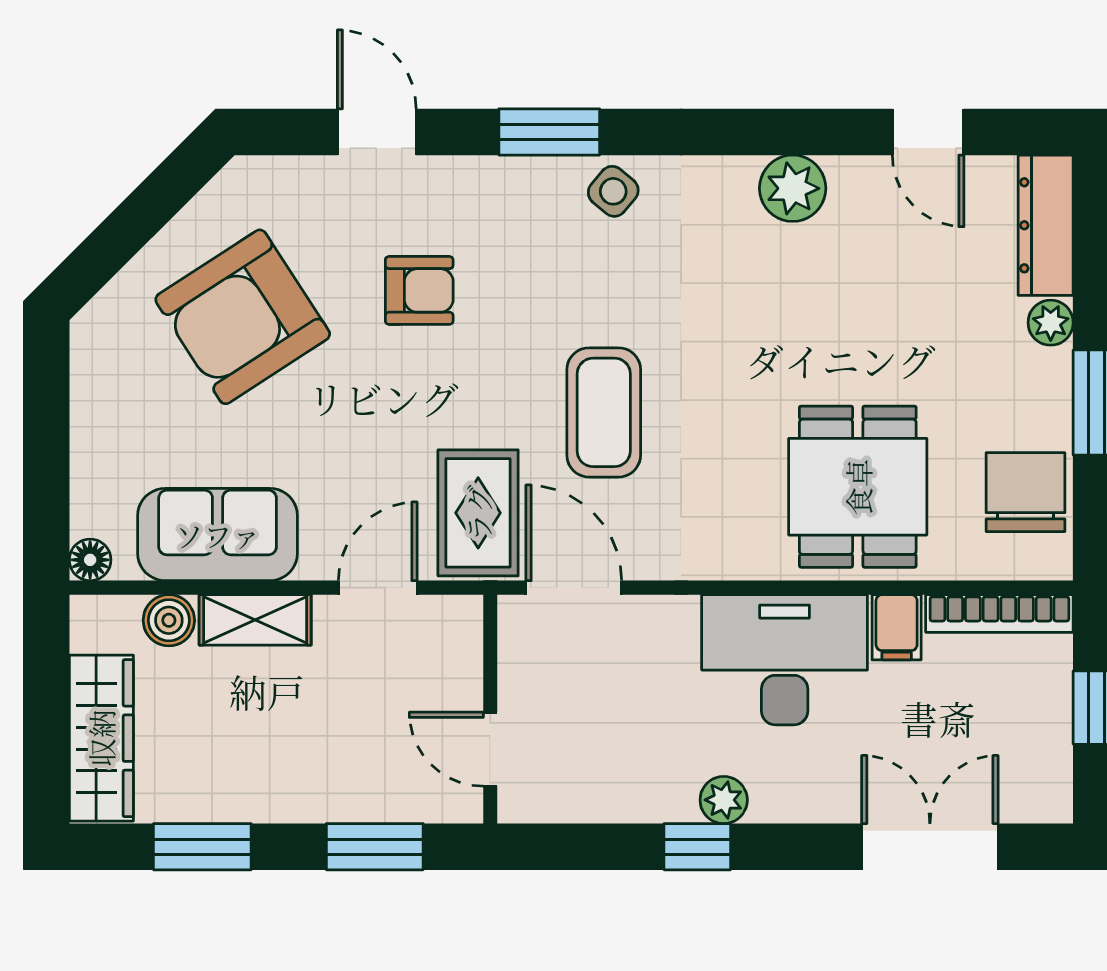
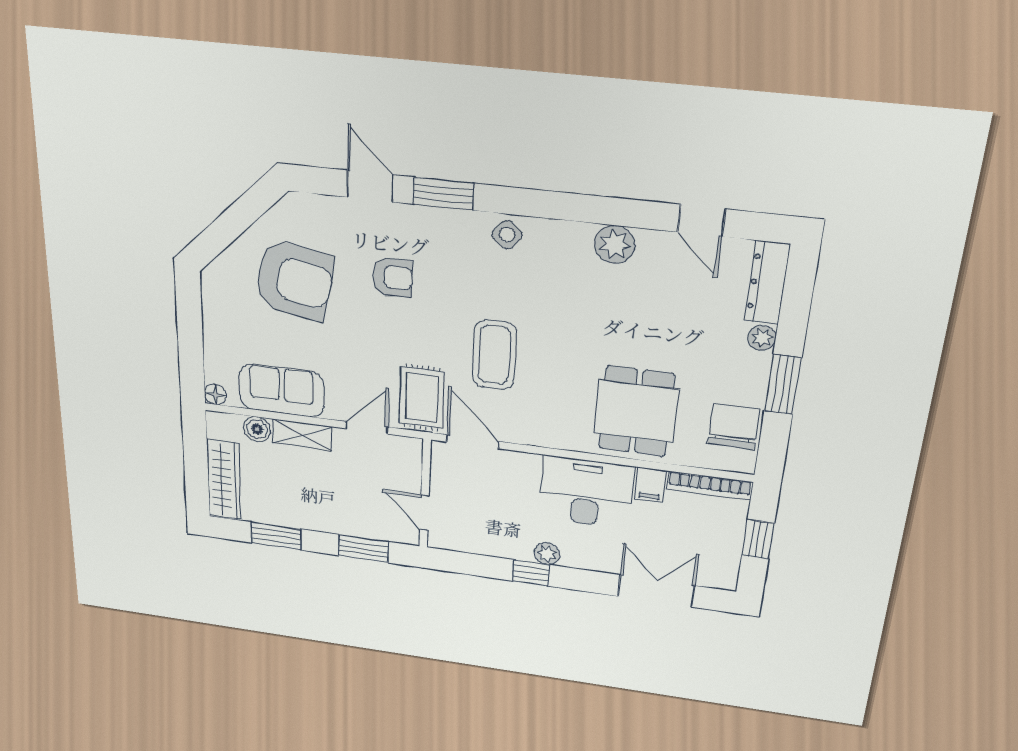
window: (549, 132) -> (443, 194), moved
armchair: (243, 317) -> (294, 280), turned -137

